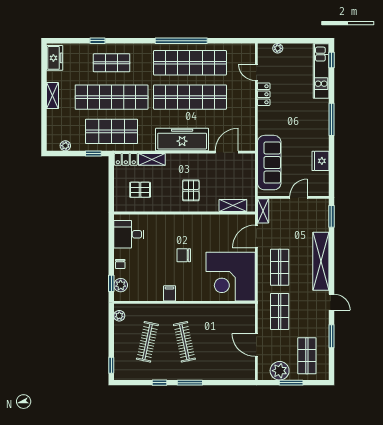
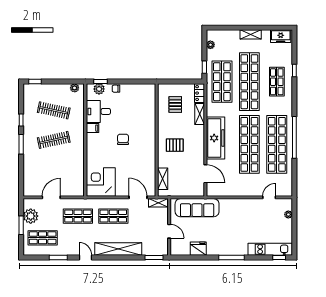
locker: (264, 94) -> (252, 203), removed
desk: (129, 234) -> (98, 111), moved, turned -90
corner desk: (231, 277) -> (101, 182), width x0.74, depth x0.74
door: (331, 302) -> (85, 257), swing flipped

